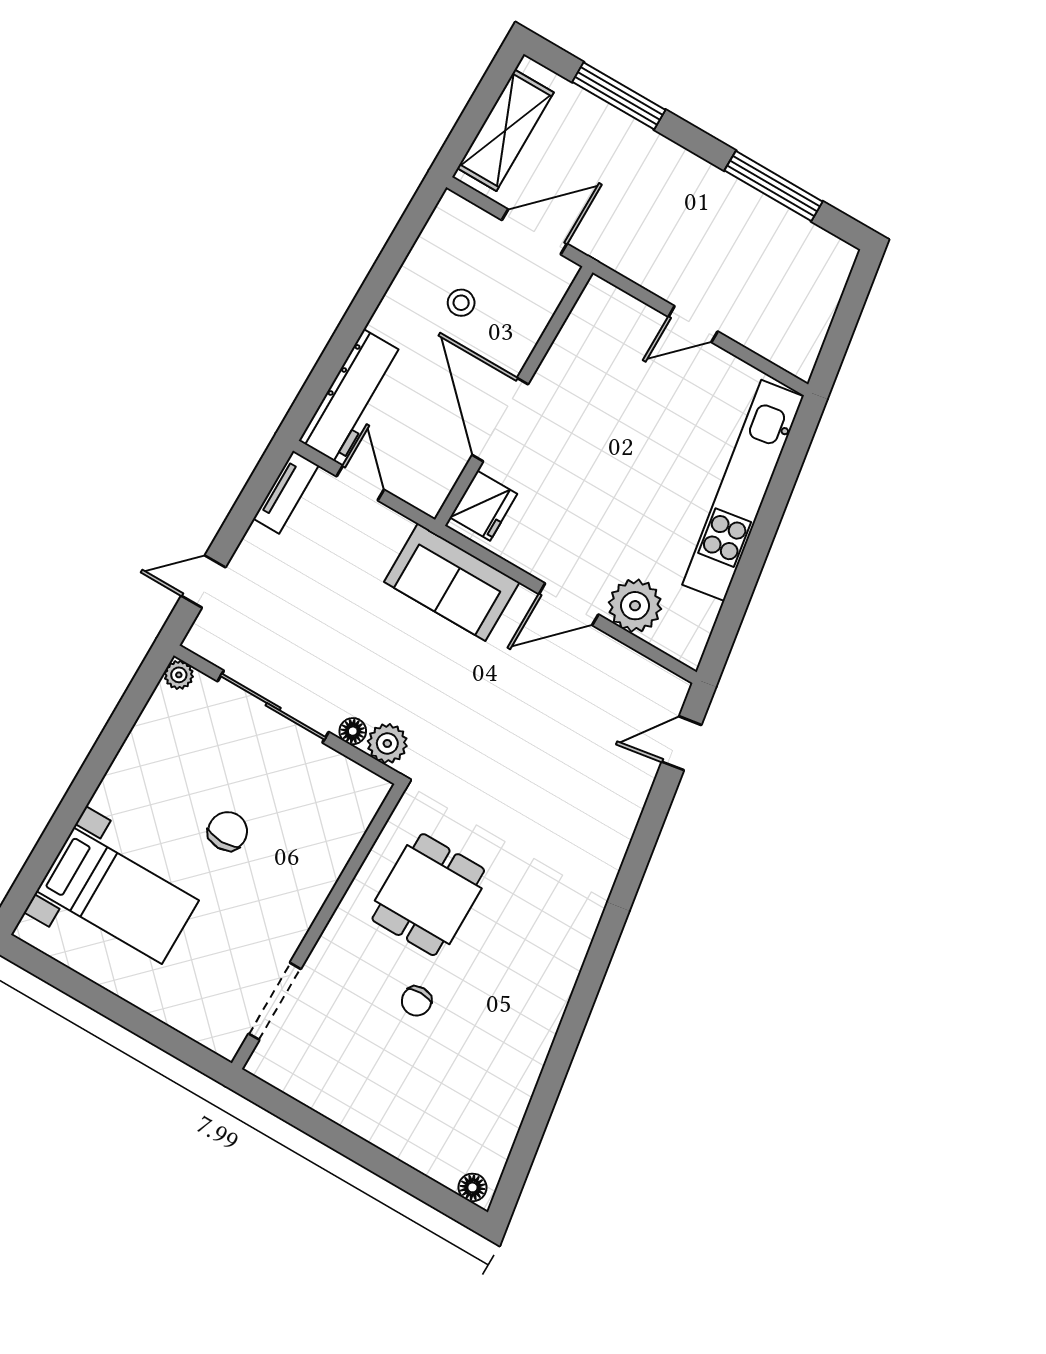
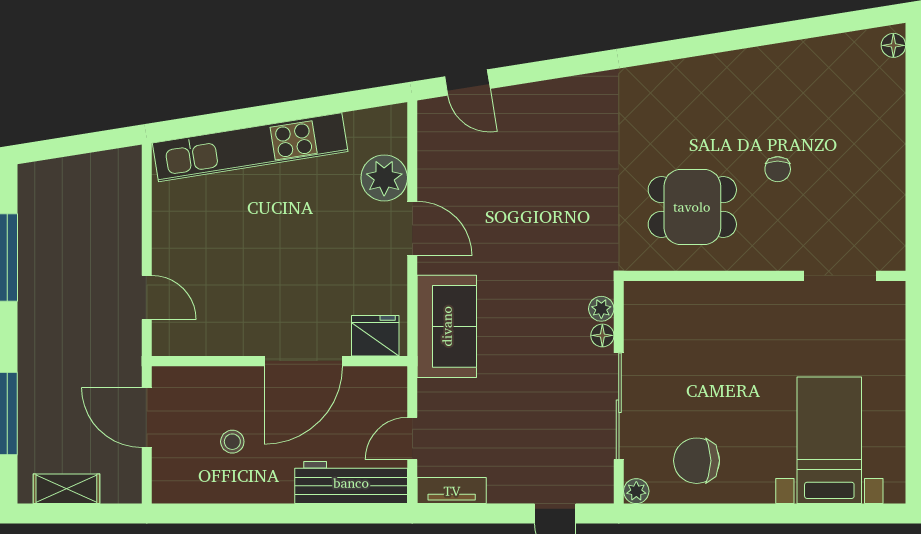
shelving: (505, 130) -> (66, 489), width x0.67, depth x0.75
door: (693, 324) -> (147, 297), moved
plant: (387, 743) -> (601, 309), width x0.73, depth x0.73
chair: (228, 831) -> (697, 461), moved, width x1.37, depth x1.37
chair: (417, 1001) -> (778, 169), turned 90

